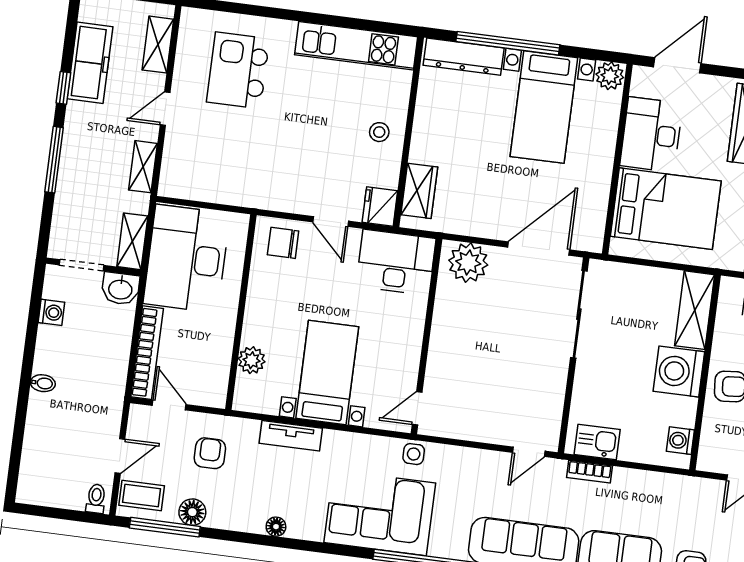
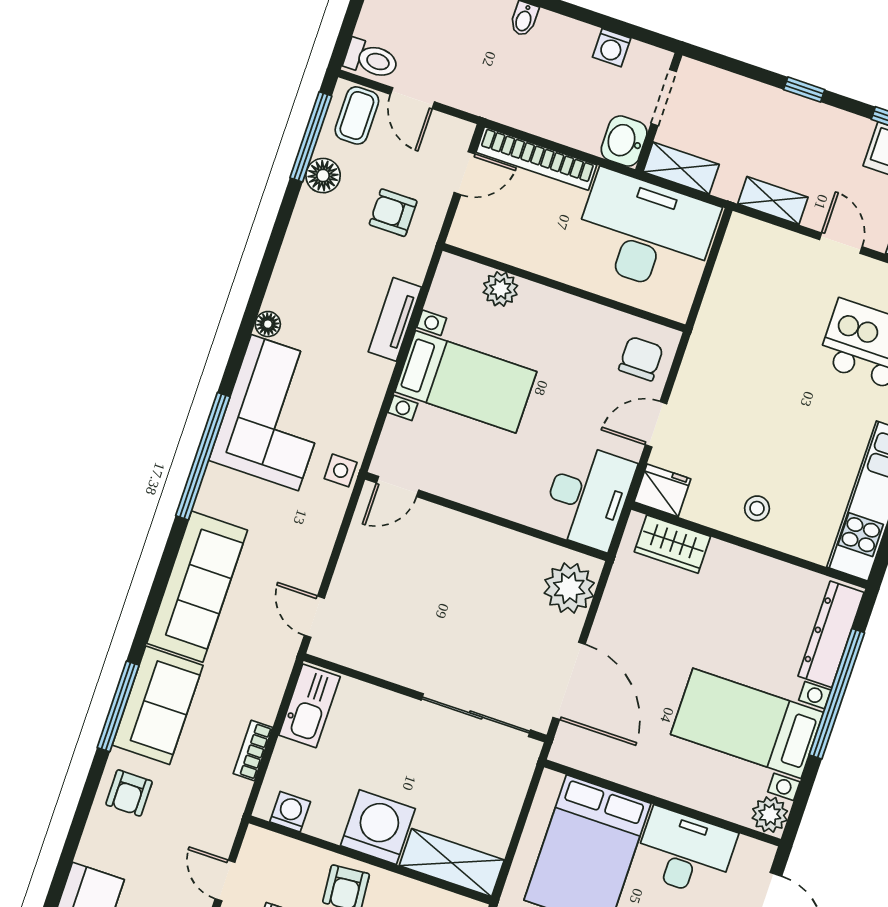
window: (54, 160) -> (804, 90), width x0.46
door: (417, 408) -> (398, 486), swing flipped
kitchen sink: (597, 442) -> (309, 706), width x1.38
armchair: (210, 453) -> (393, 213), turned 180
bookcase: (590, 472) -> (253, 750), moved
toilet: (96, 499) -> (371, 59), width x1.37, depth x1.39
floor lamp: (276, 527) -> (268, 324), moved

